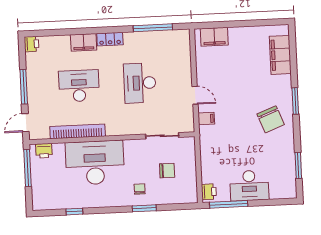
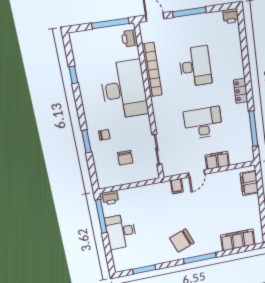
filing cabinet: (84, 42) -> (217, 160), moved, turned 90
window: (295, 101) -> (200, 258), width x1.44

